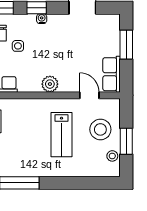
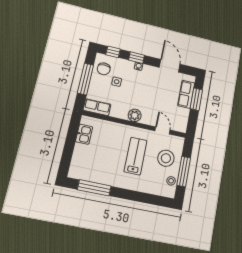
row of seats: (112, 74) -> (186, 94), moved
lab bench: (61, 135) -> (136, 156), turned 180
window: (126, 141) -> (184, 171), width x1.44

